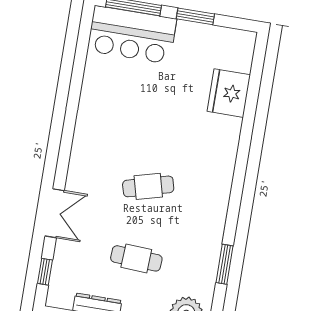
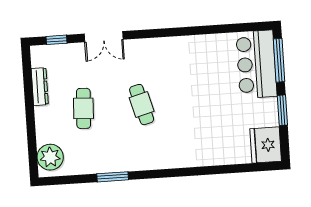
fridge: (229, 93) -> (266, 145), moved, turned -90
window: (225, 264) -> (113, 177), moved

